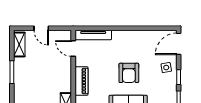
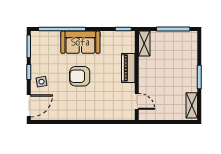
door: (41, 28) -> (169, 122), removed
tv unit: (93, 35) -> (116, 115), removed
armchair: (129, 73) -> (80, 76), turned -90

